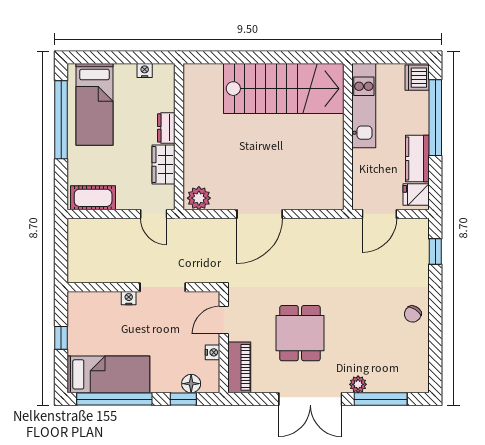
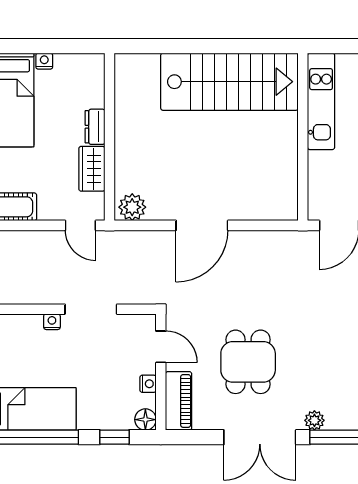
nightstand: (145, 71) -> (44, 61), moved
door: (224, 320) -> (161, 347), swing flipped
floor lamp: (191, 384) -> (145, 420), moved

